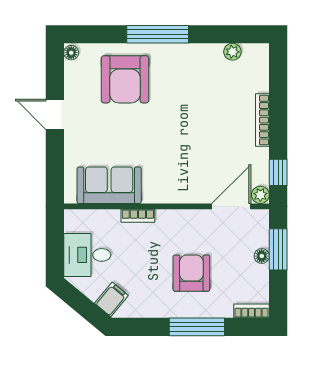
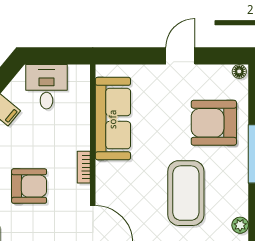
coffee table: (199, 109) -> (186, 193), added
sofa: (109, 185) -> (113, 119), width x1.36
bookcase: (138, 216) -> (84, 167), moved

